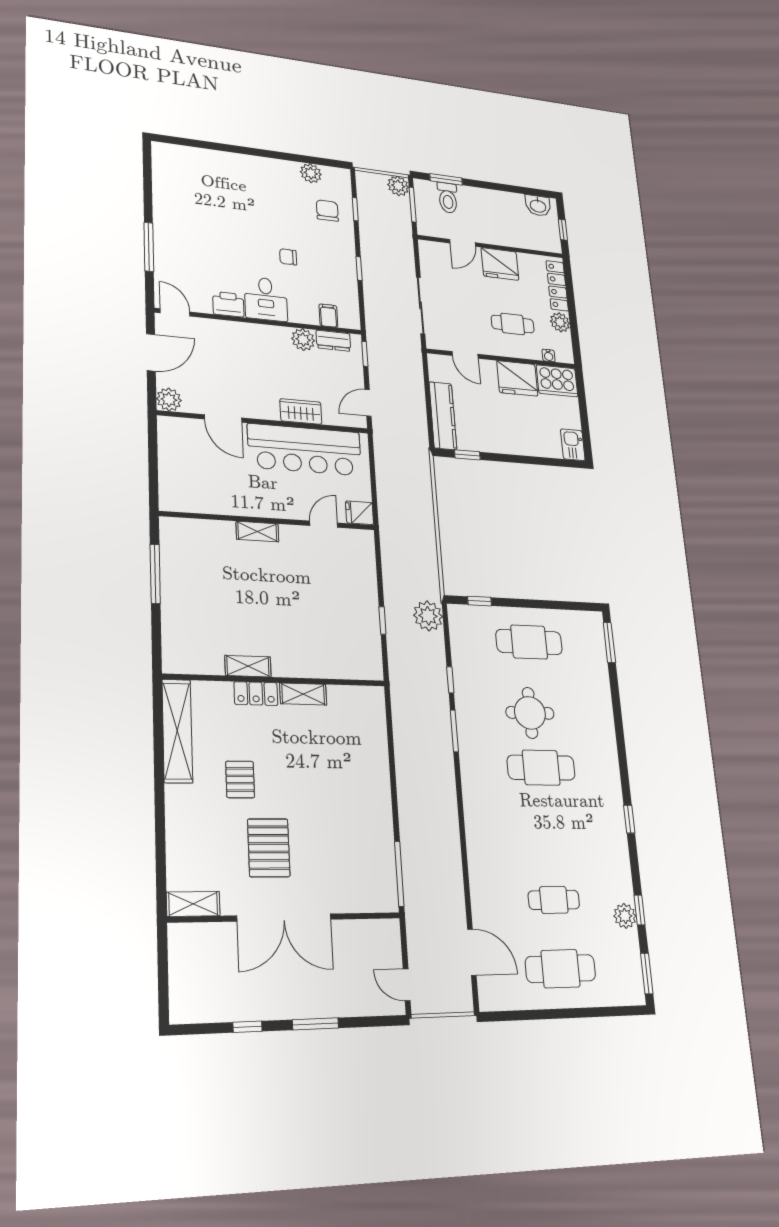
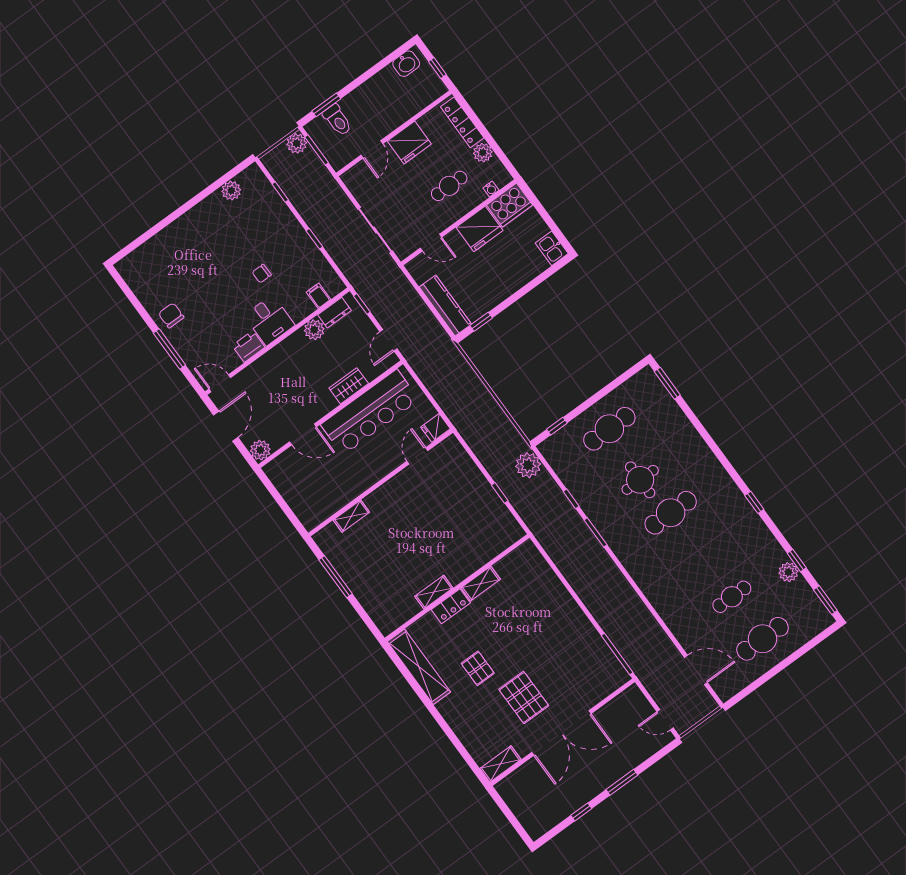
chair: (327, 211) -> (171, 315), moved
shelving: (257, 532) -> (351, 516), moved

